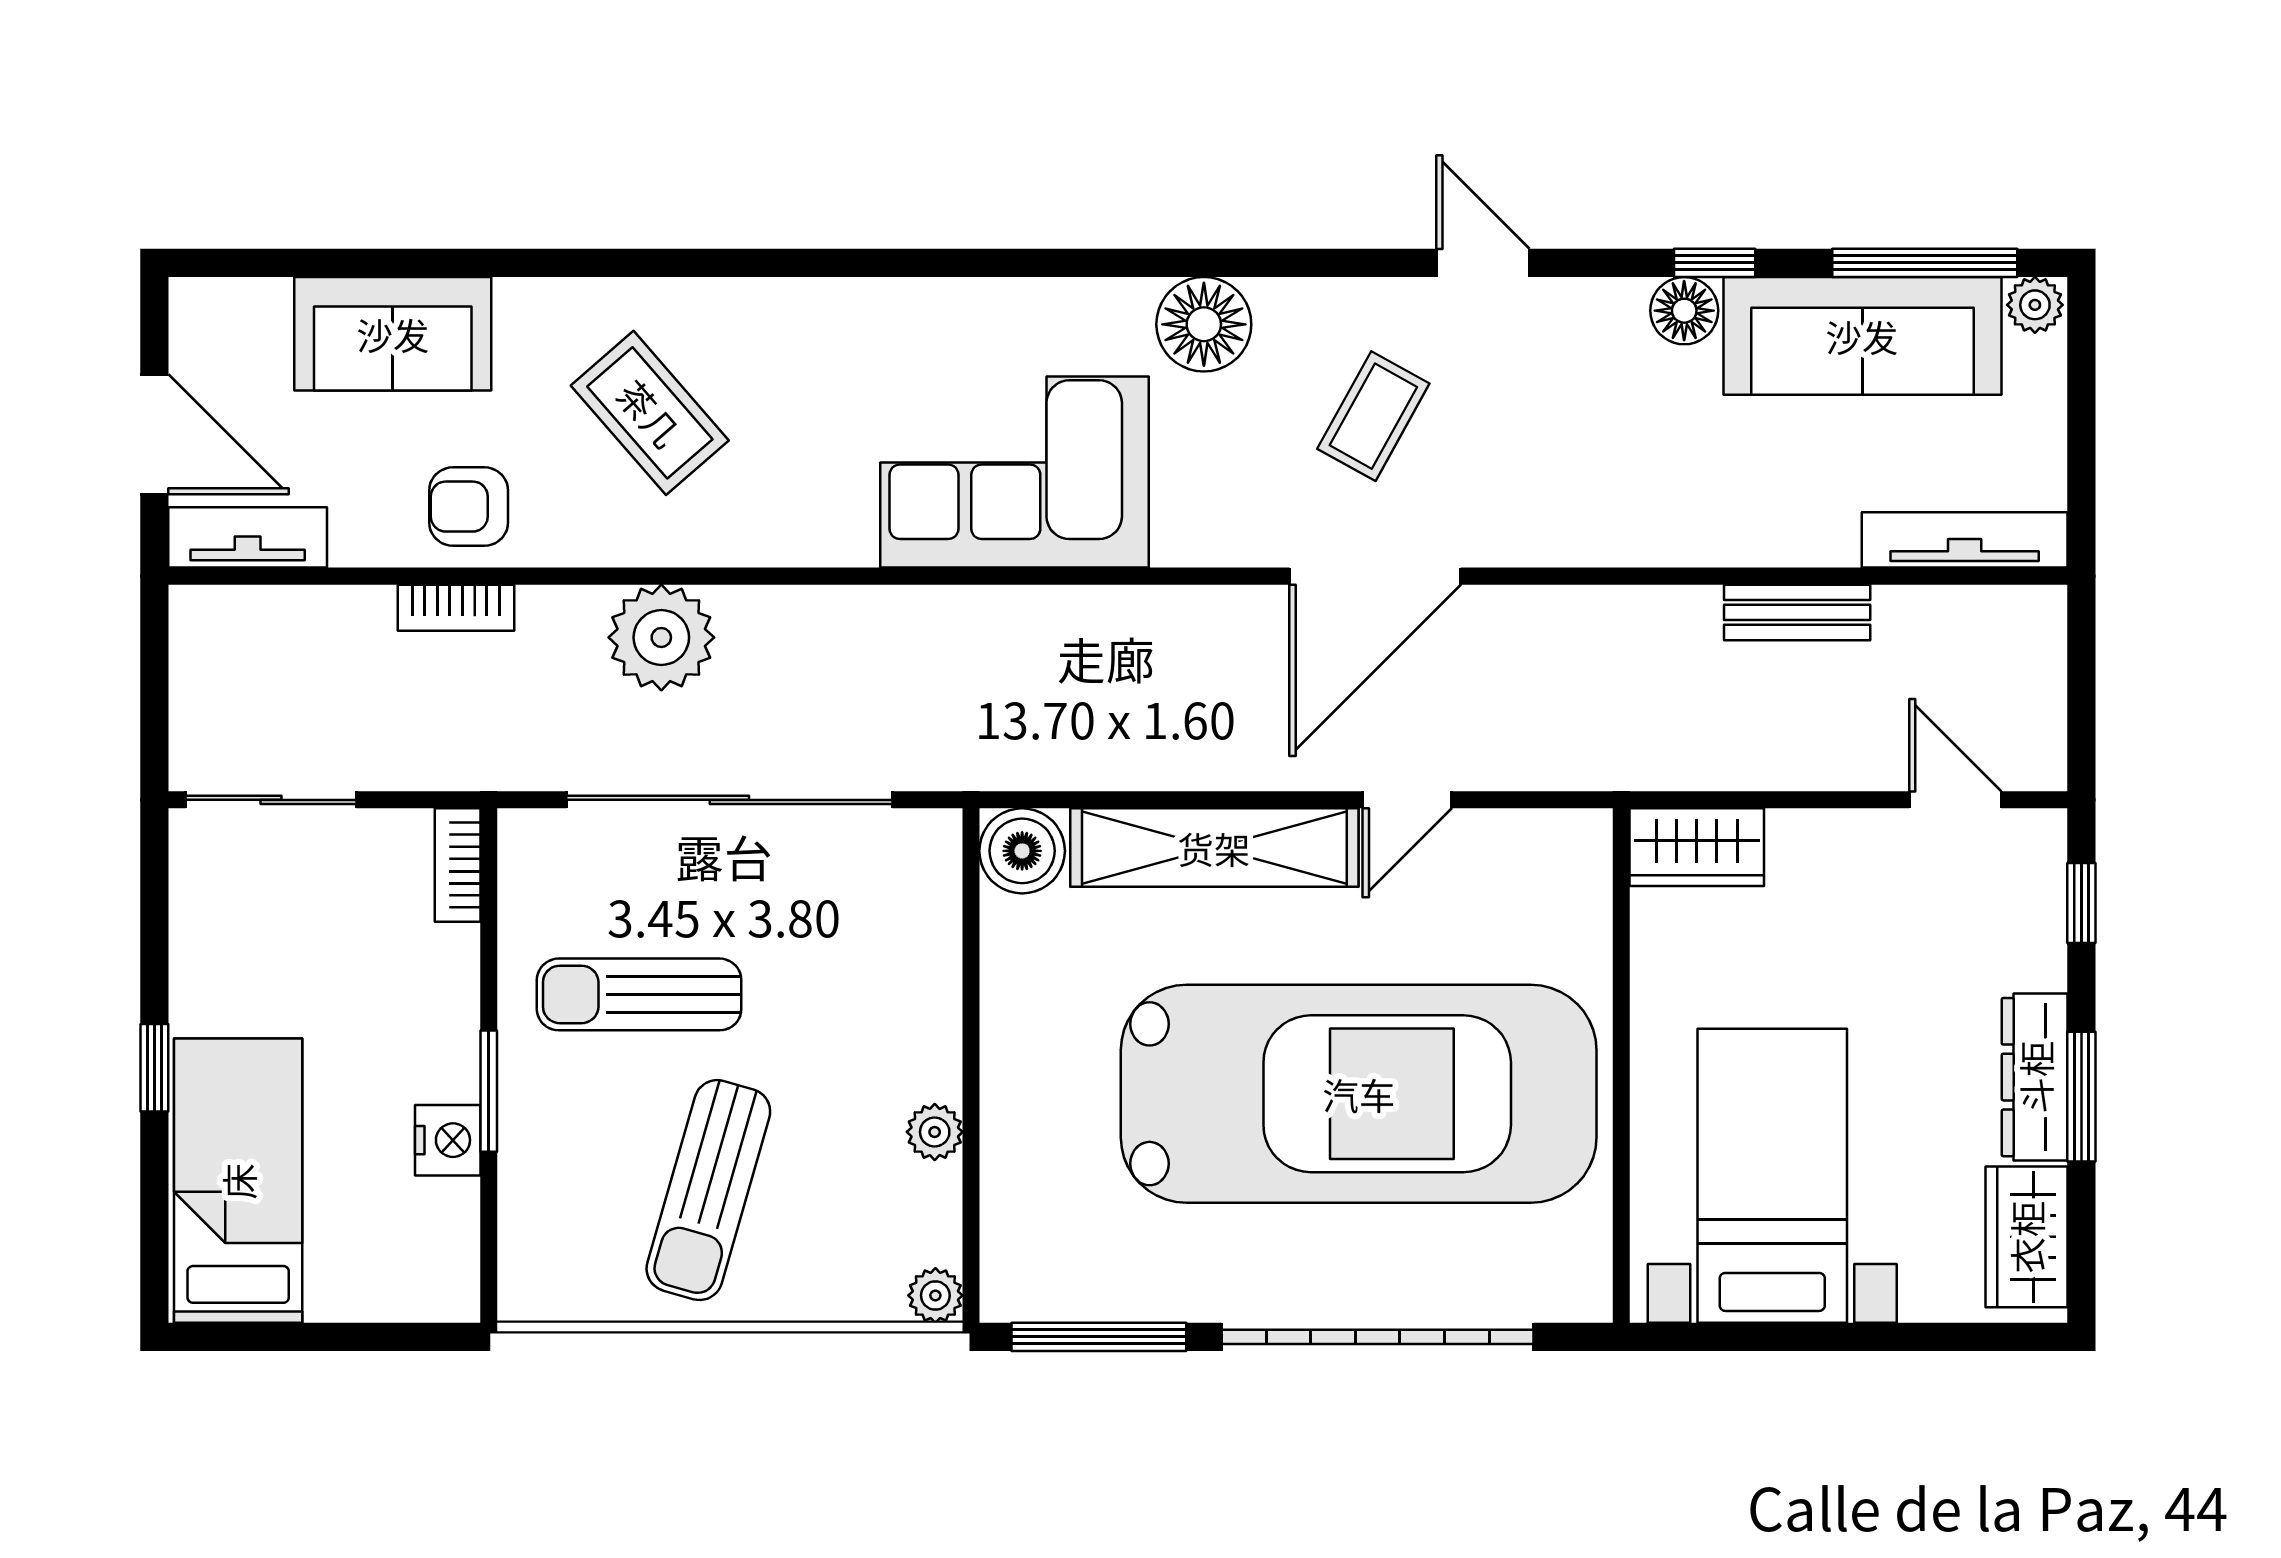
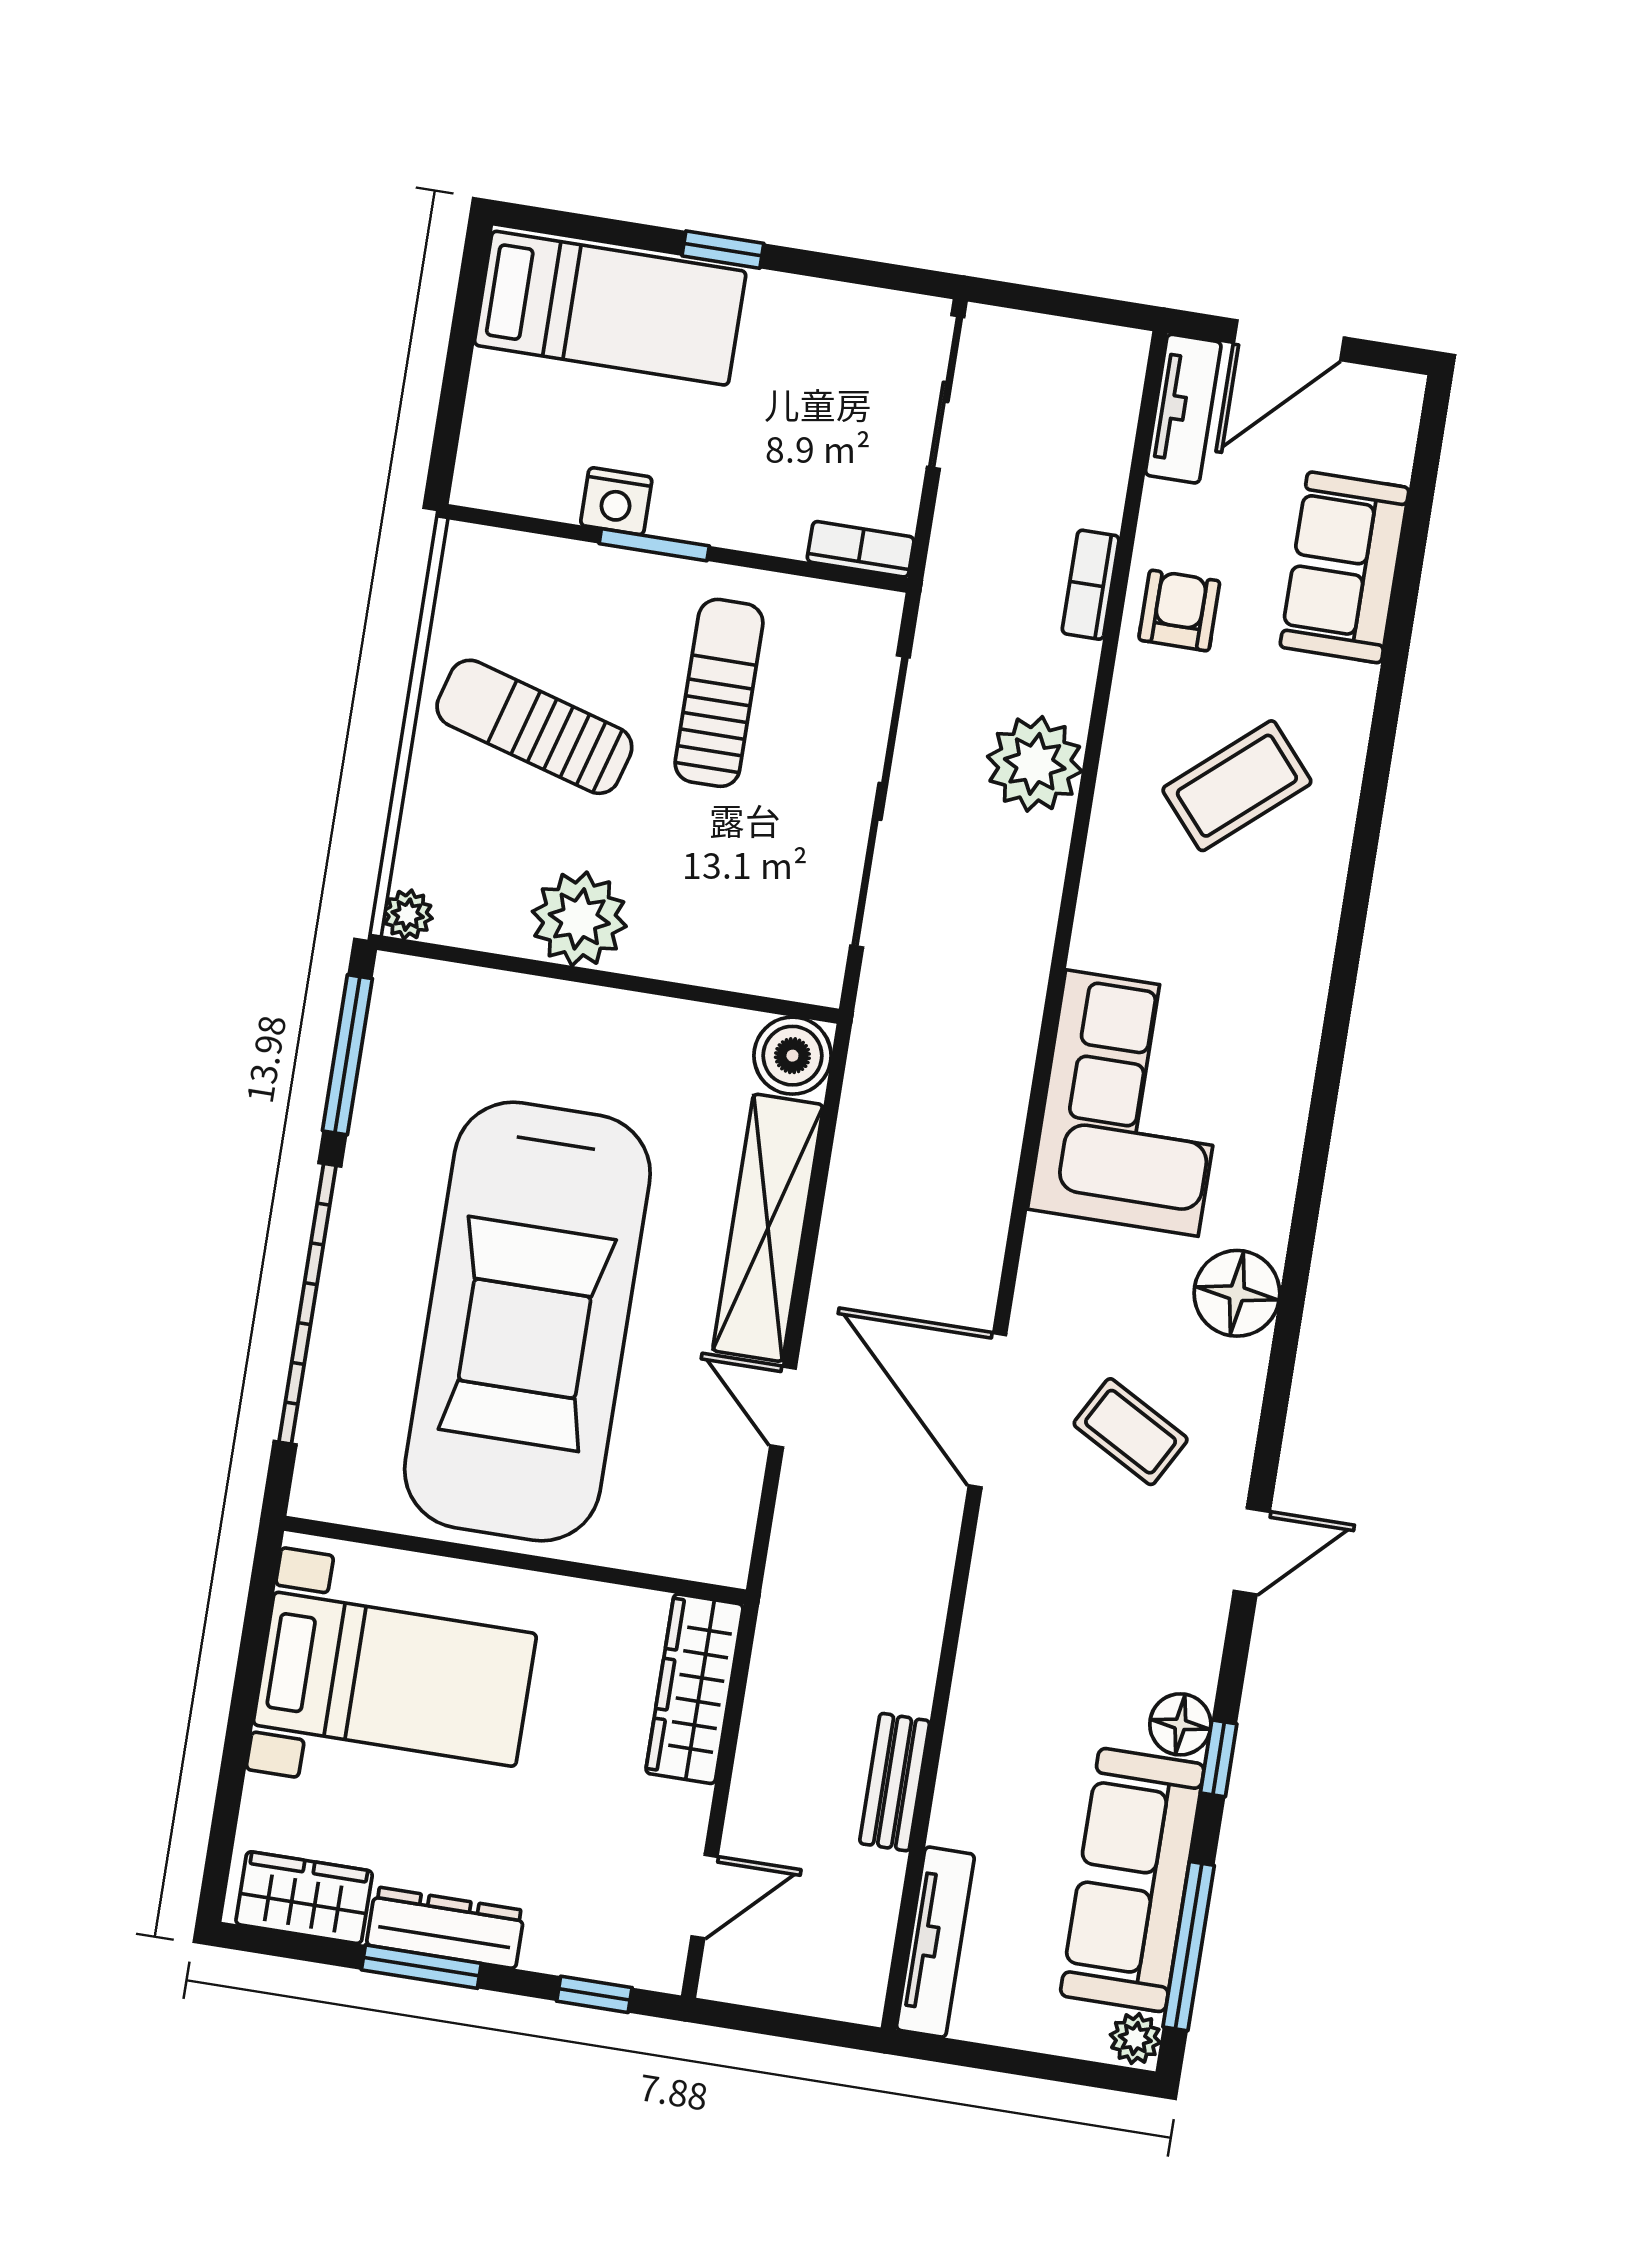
wardrobe: (1697, 847) -> (694, 1689), width x1.50
plant: (935, 1132) -> (579, 919), width x1.88, depth x1.88

